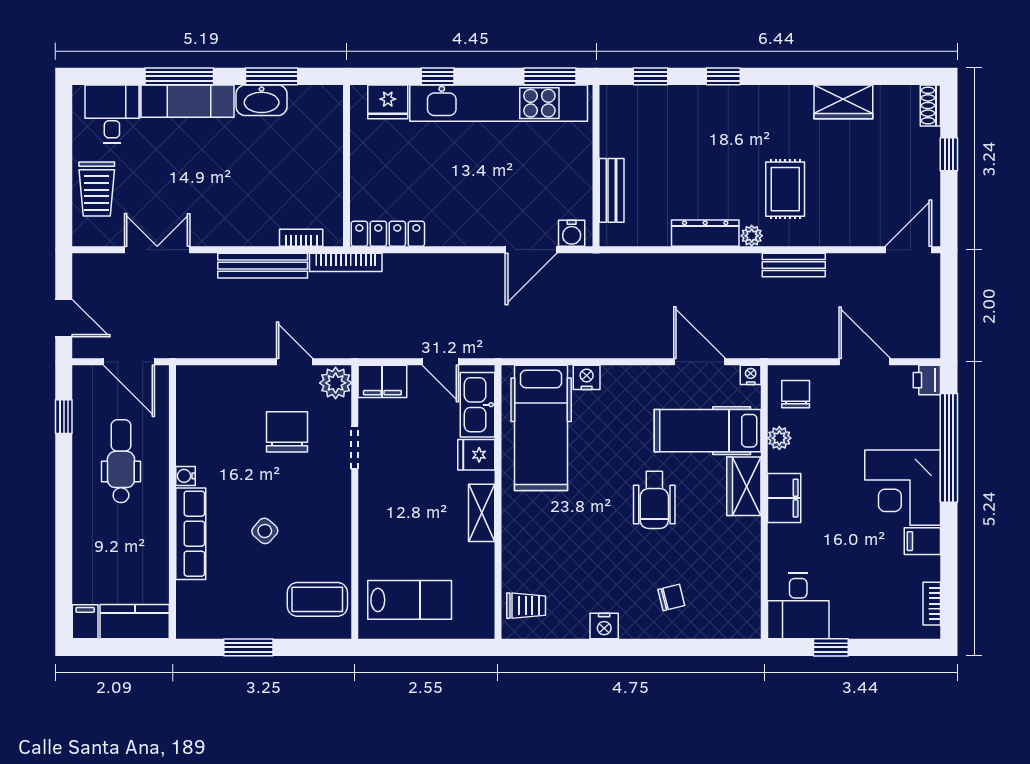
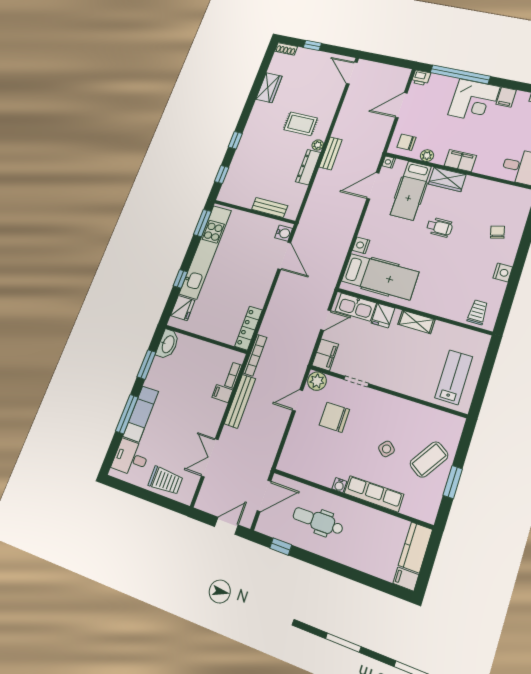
washbasin: (262, 100) -> (168, 344), moved
filing cabinet: (266, 231) -> (222, 394), added
bench: (794, 265) -> (331, 153), moved
wheelchair: (654, 500) -> (439, 227), width x0.73, depth x0.73
coffee table: (317, 599) -> (429, 460), moved, turned 33

